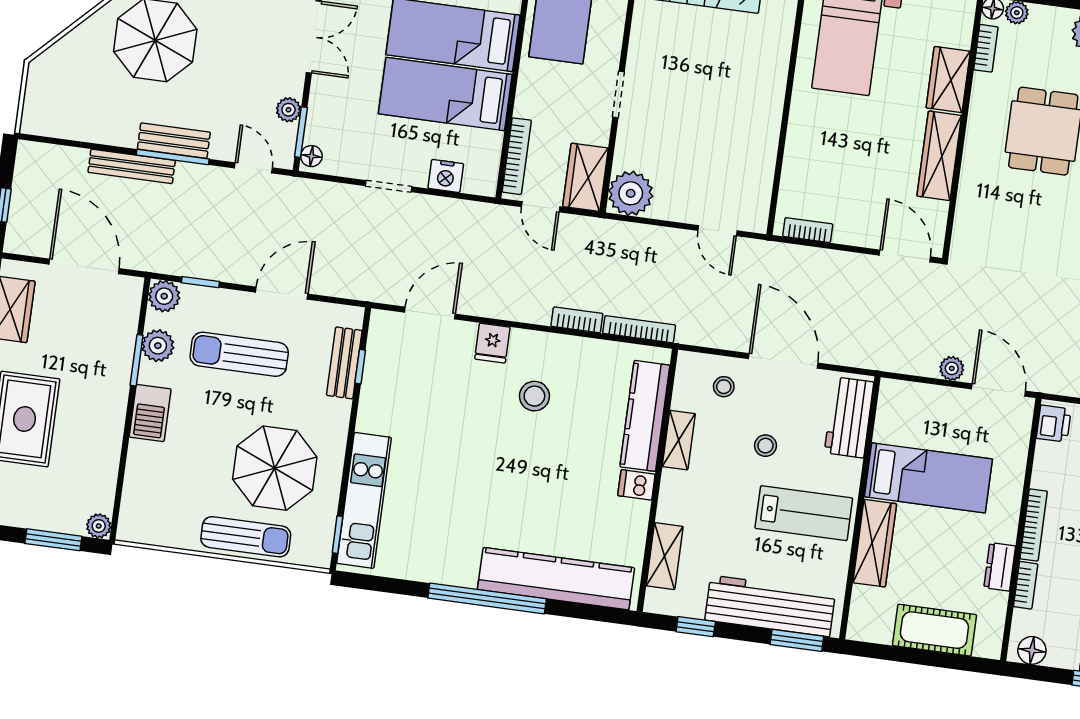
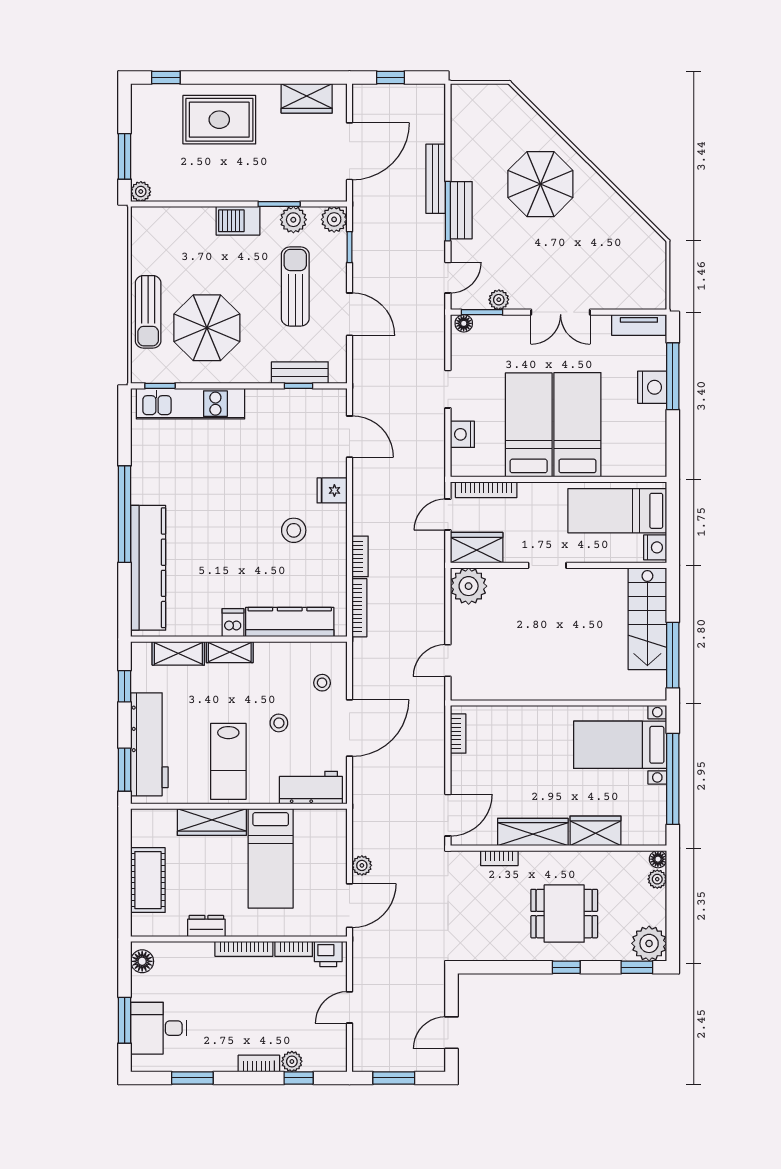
bookcase: (986, 48) -> (499, 858), moved
shelving: (679, 440) -> (230, 652), moved
bookcase: (1026, 585) -> (294, 949), moved

